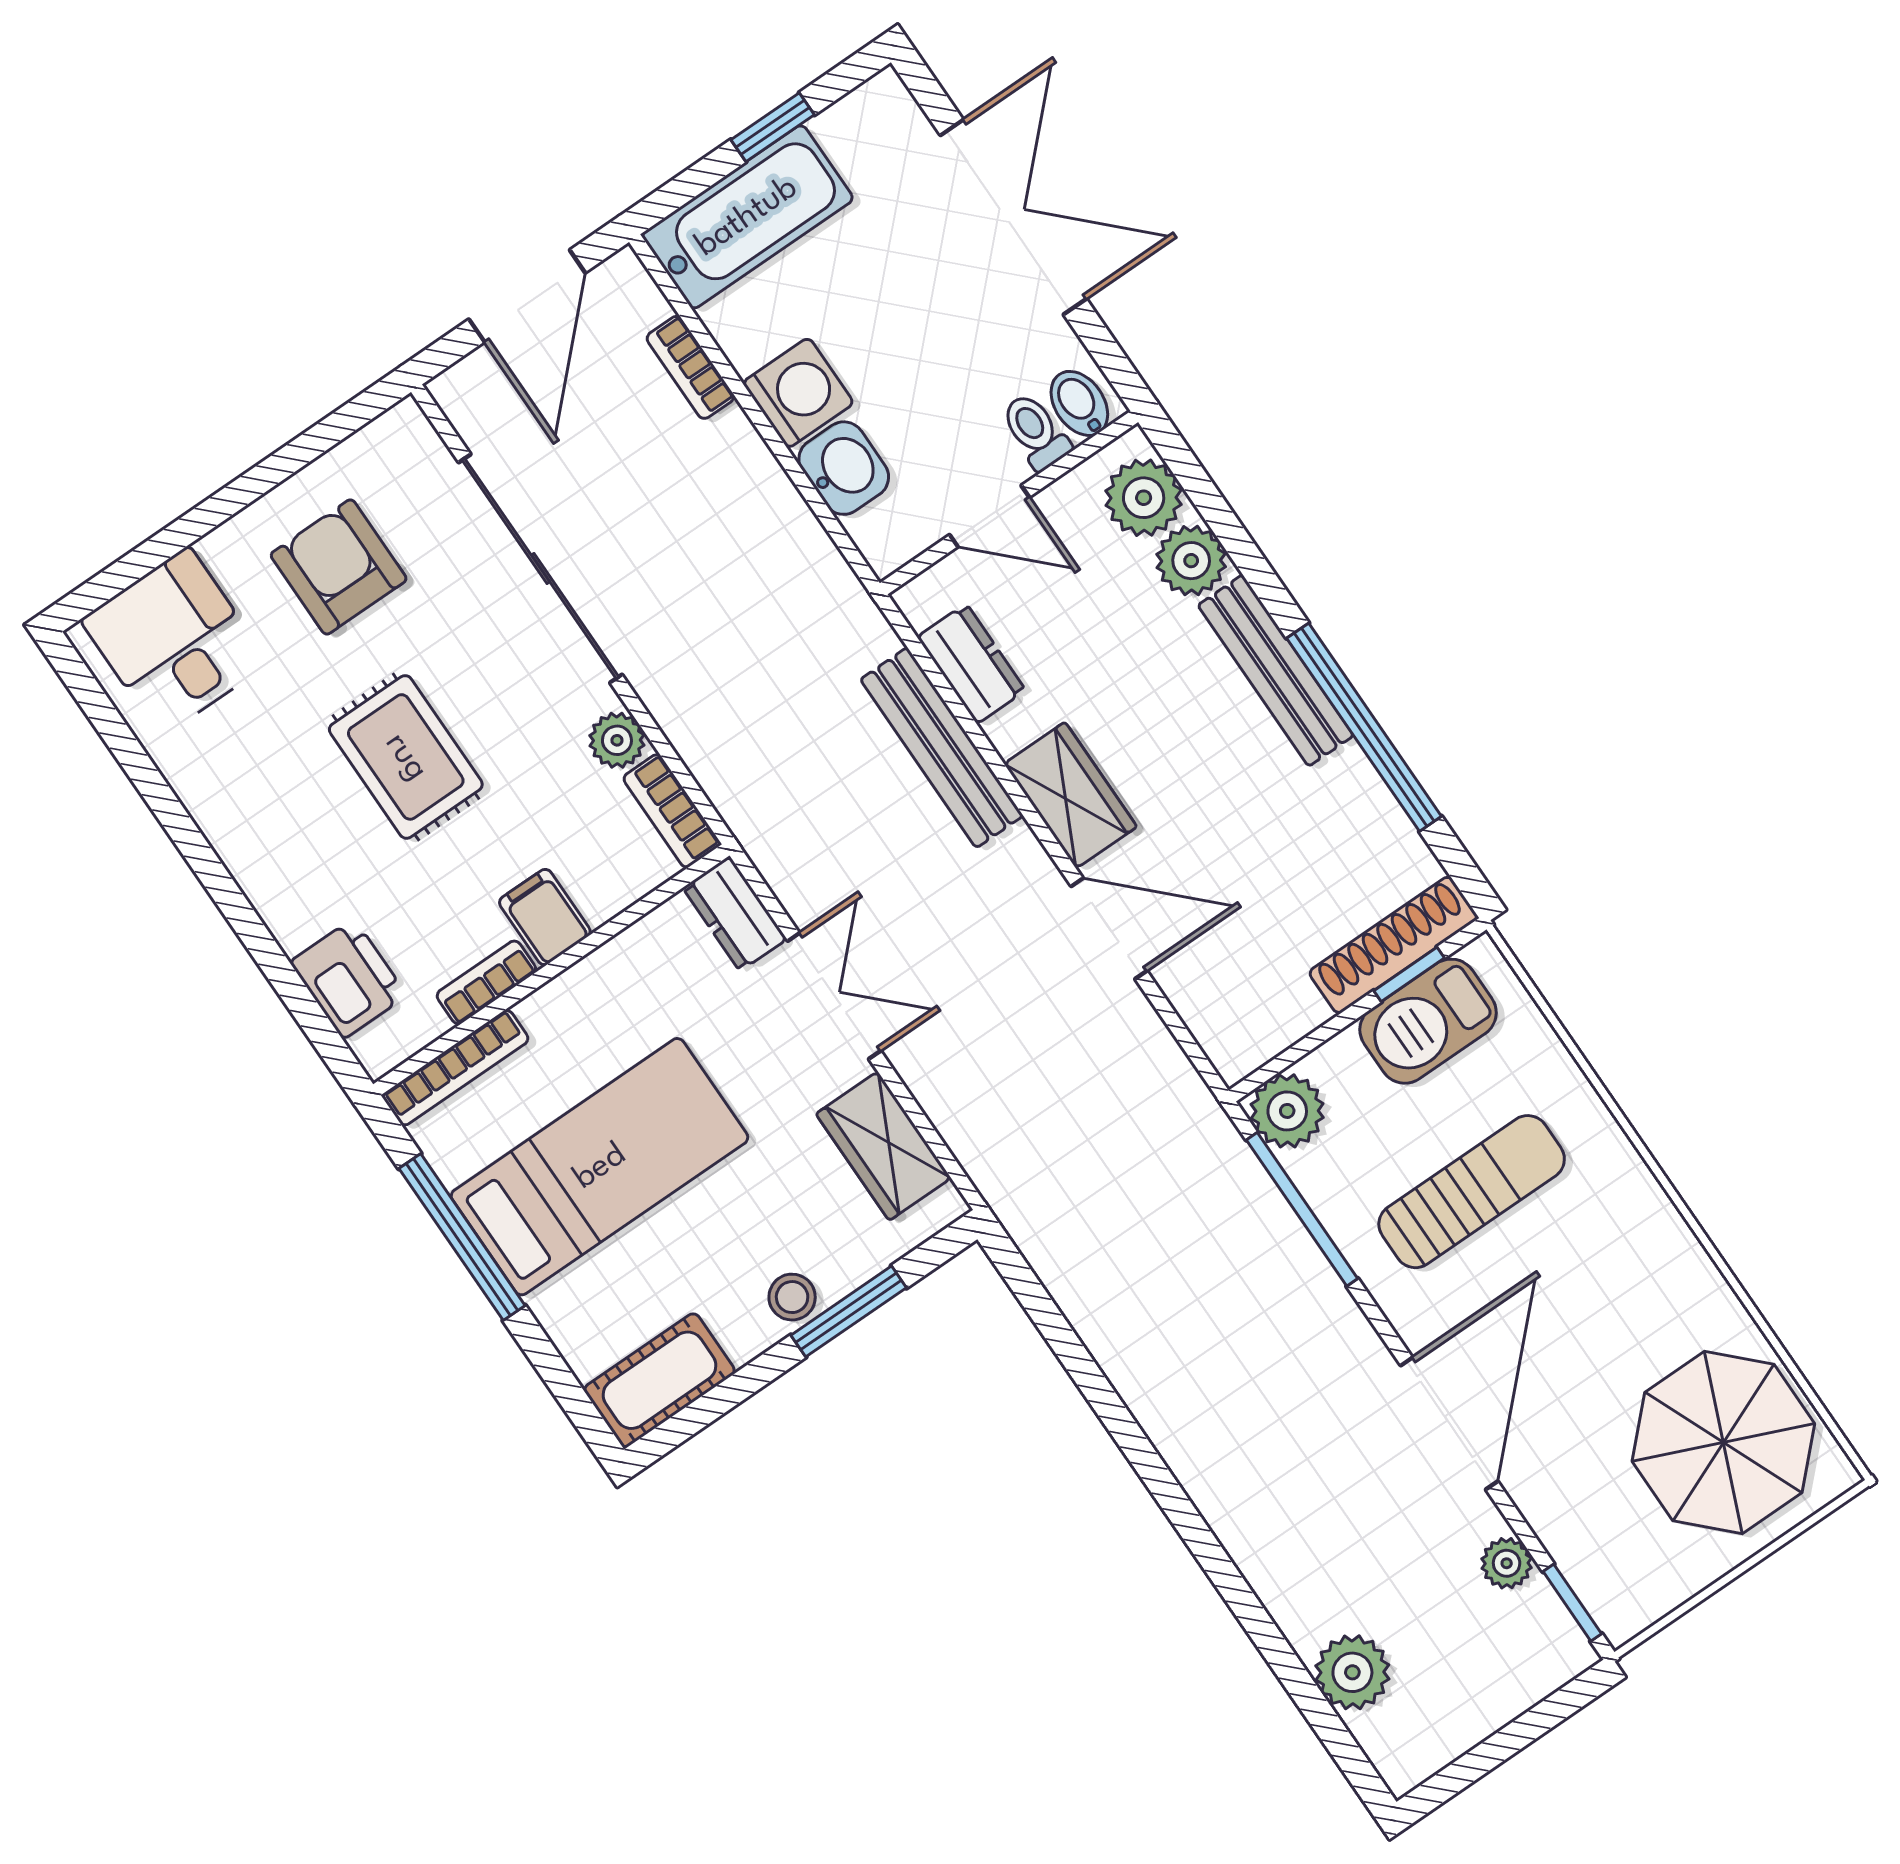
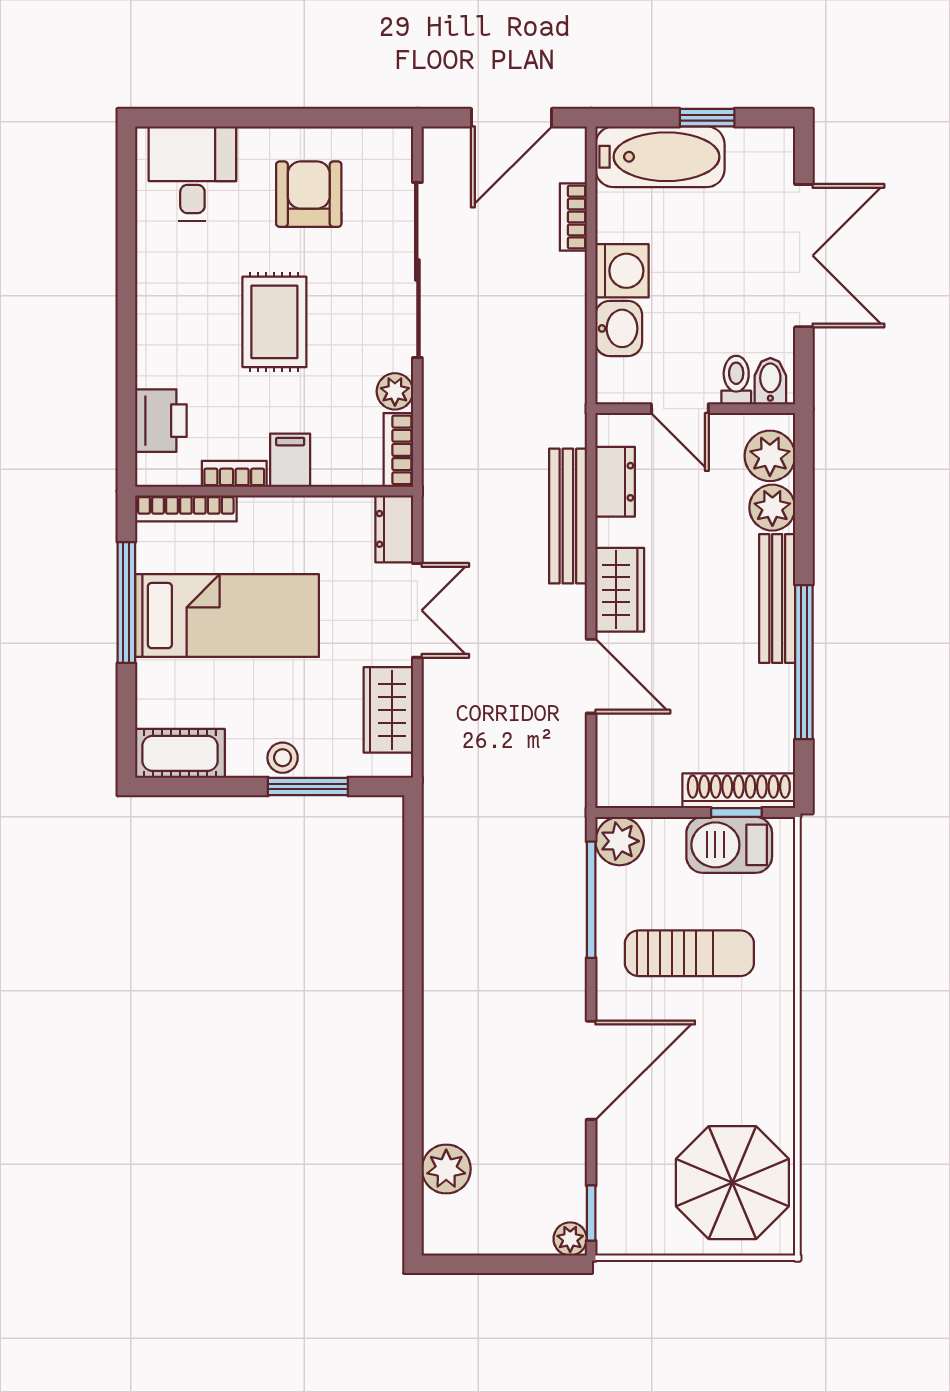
plant: (1507, 1563) -> (570, 1239), moved

